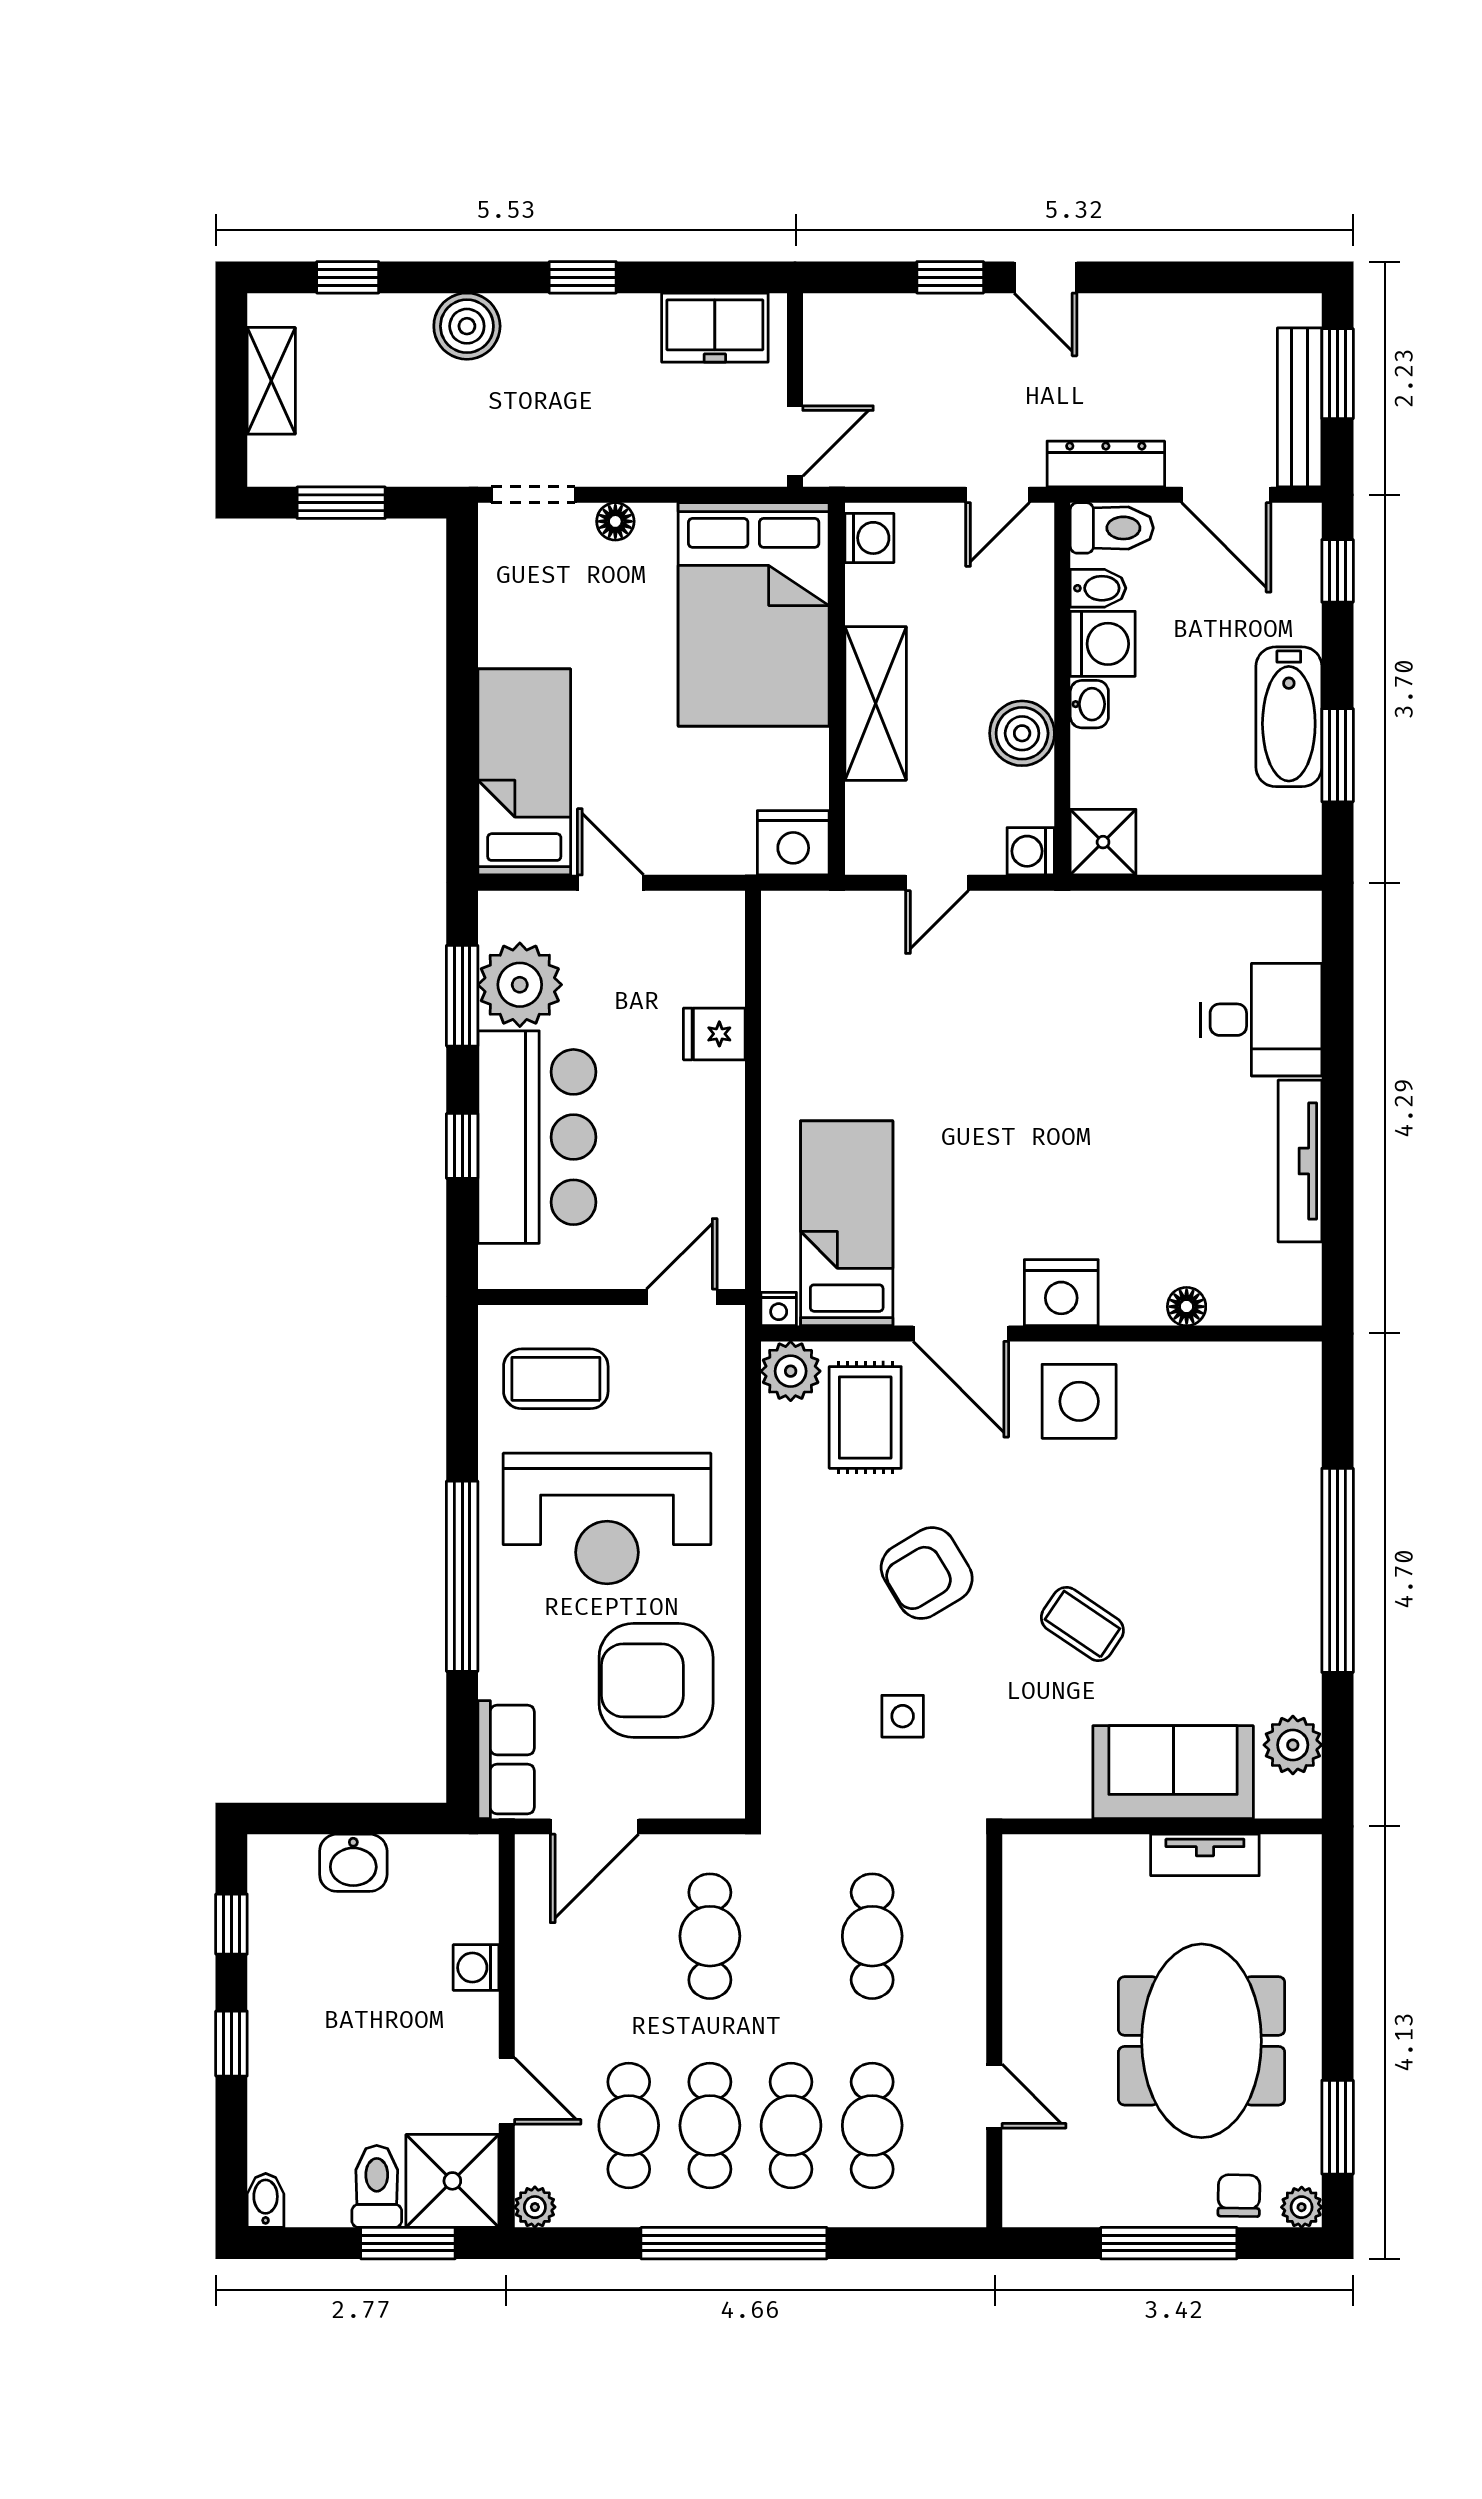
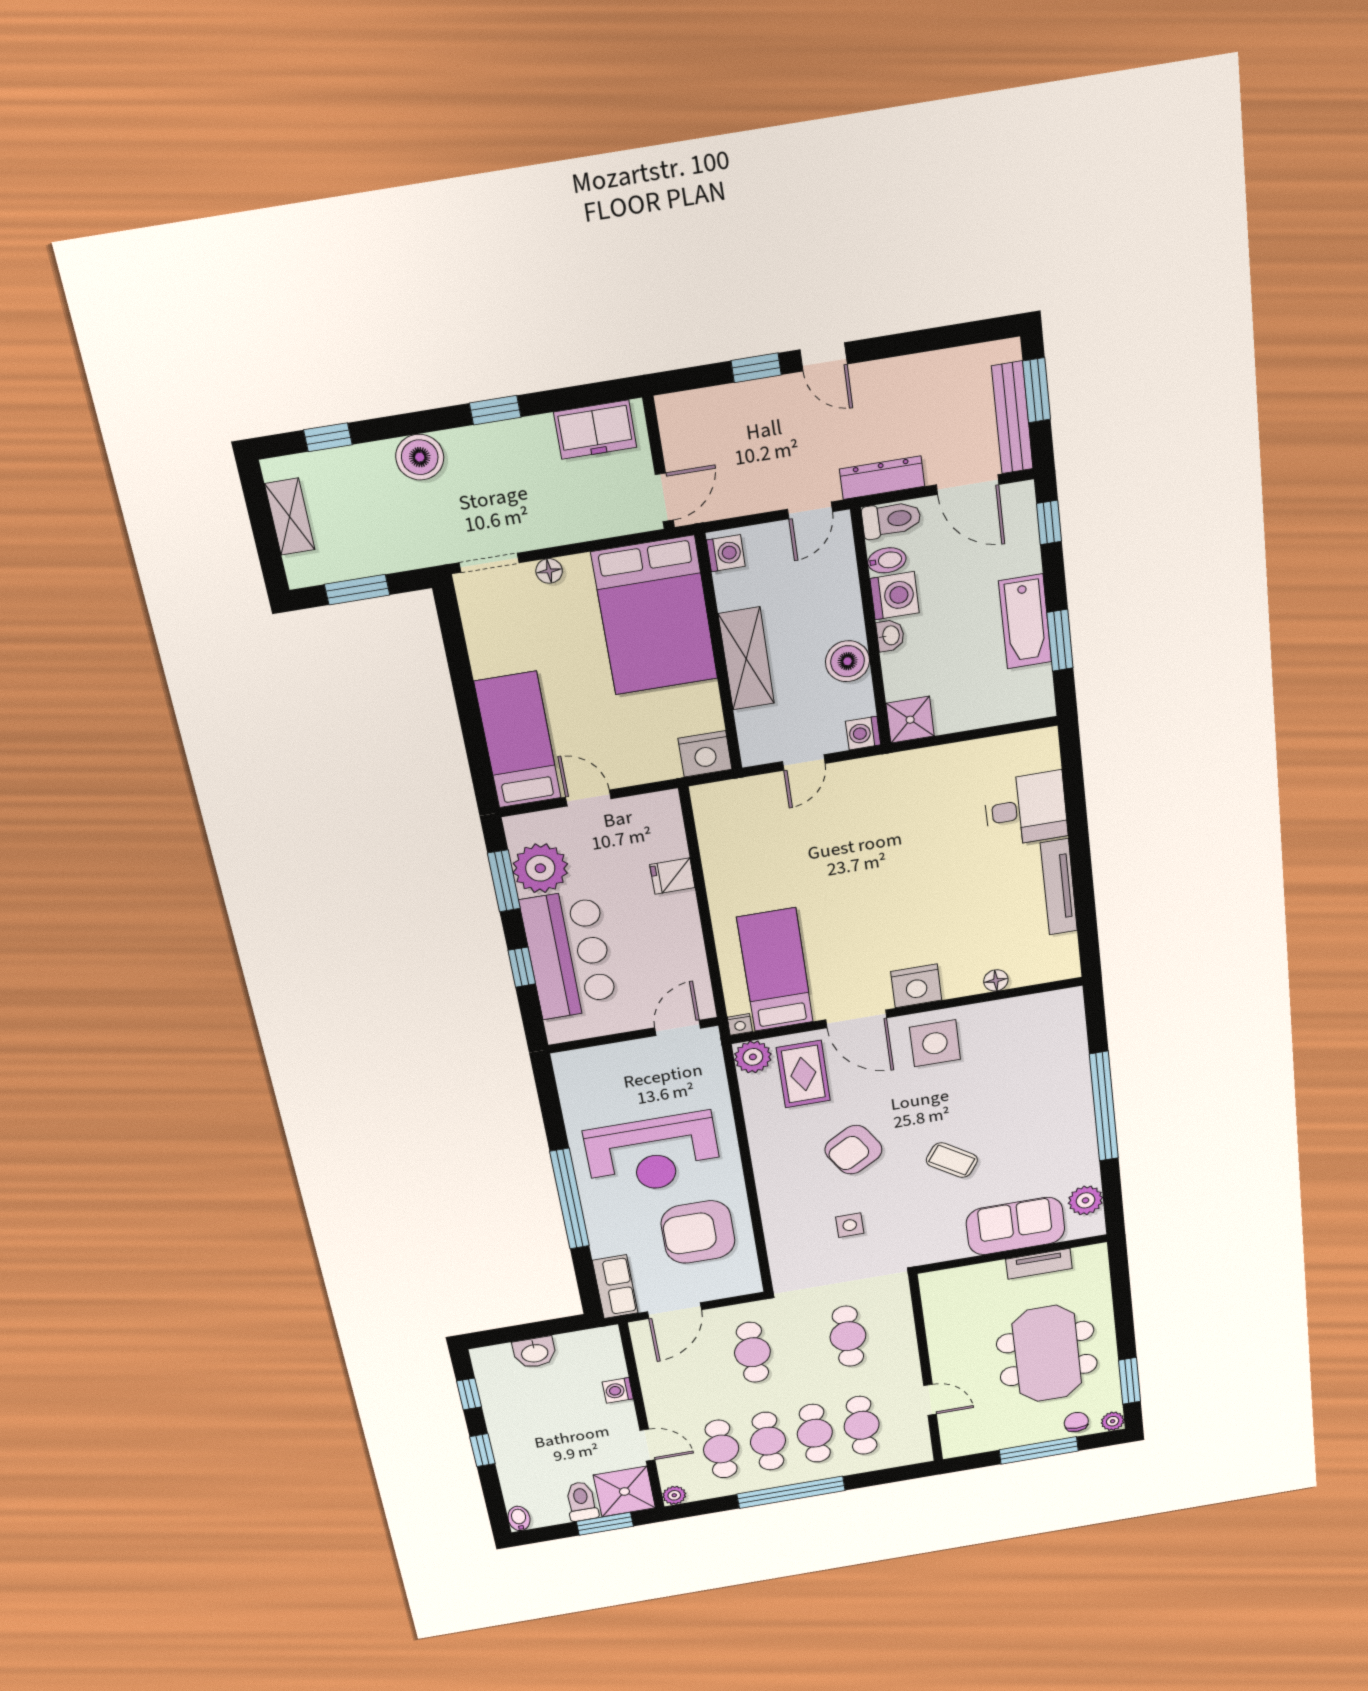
coffee table: (556, 1379) -> (607, 1085), removed

